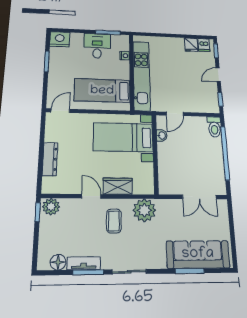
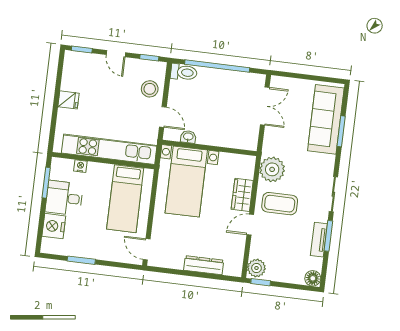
nightstand: (60, 39) -> (54, 226), moved
fridge: (191, 45) -> (68, 100), moved
dishwasher: (204, 45) -> (72, 64), removed
stool: (196, 102) -> (150, 89), added
coffee table: (114, 221) -> (280, 204), width x1.36, depth x1.30
floor lamp: (58, 262) -> (313, 278), moved

